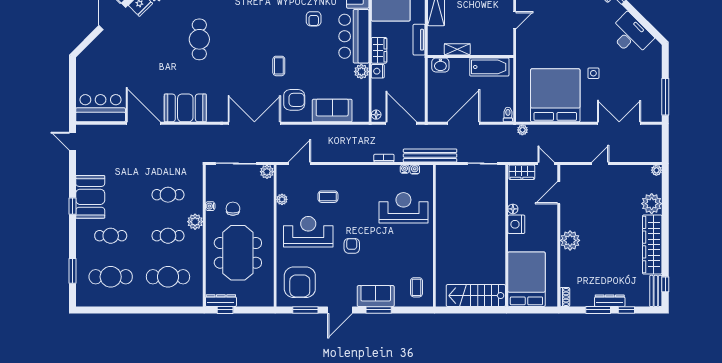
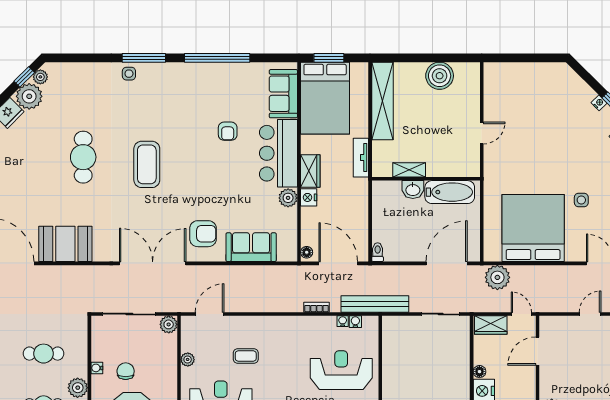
washbasin: (440, 65) -> (413, 190), moved
coffee table: (279, 66) -> (147, 164), moved, width x1.86, depth x1.72
toilet: (508, 115) -> (378, 252), moved
door: (464, 123) -> (447, 263), moved
plant: (522, 130) -> (497, 277), width x1.87, depth x1.87

